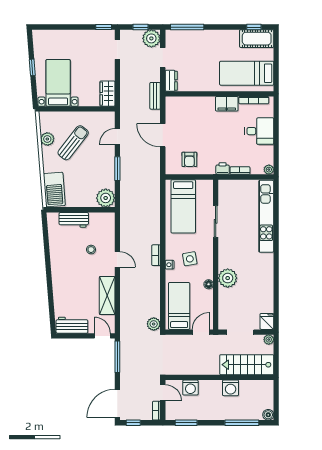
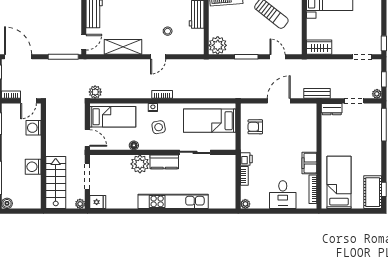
plant: (151, 38) -> (377, 94), width x0.53, depth x0.53
kitchen unit: (266, 216) -> (173, 201), moved
kitchen counter: (225, 253) -> (164, 162), added

